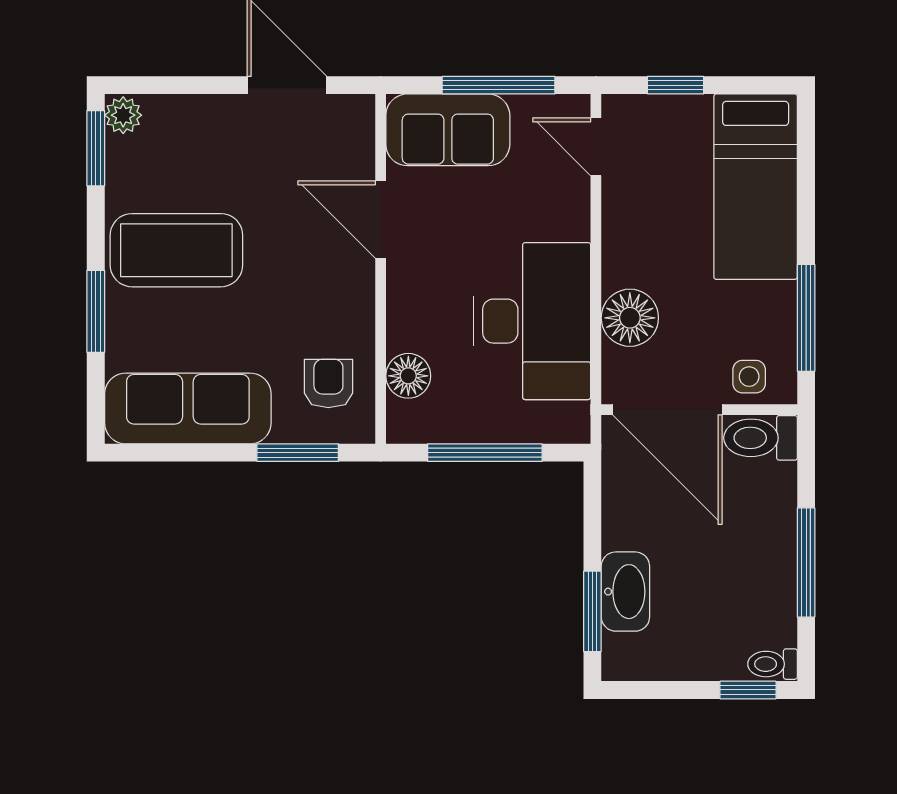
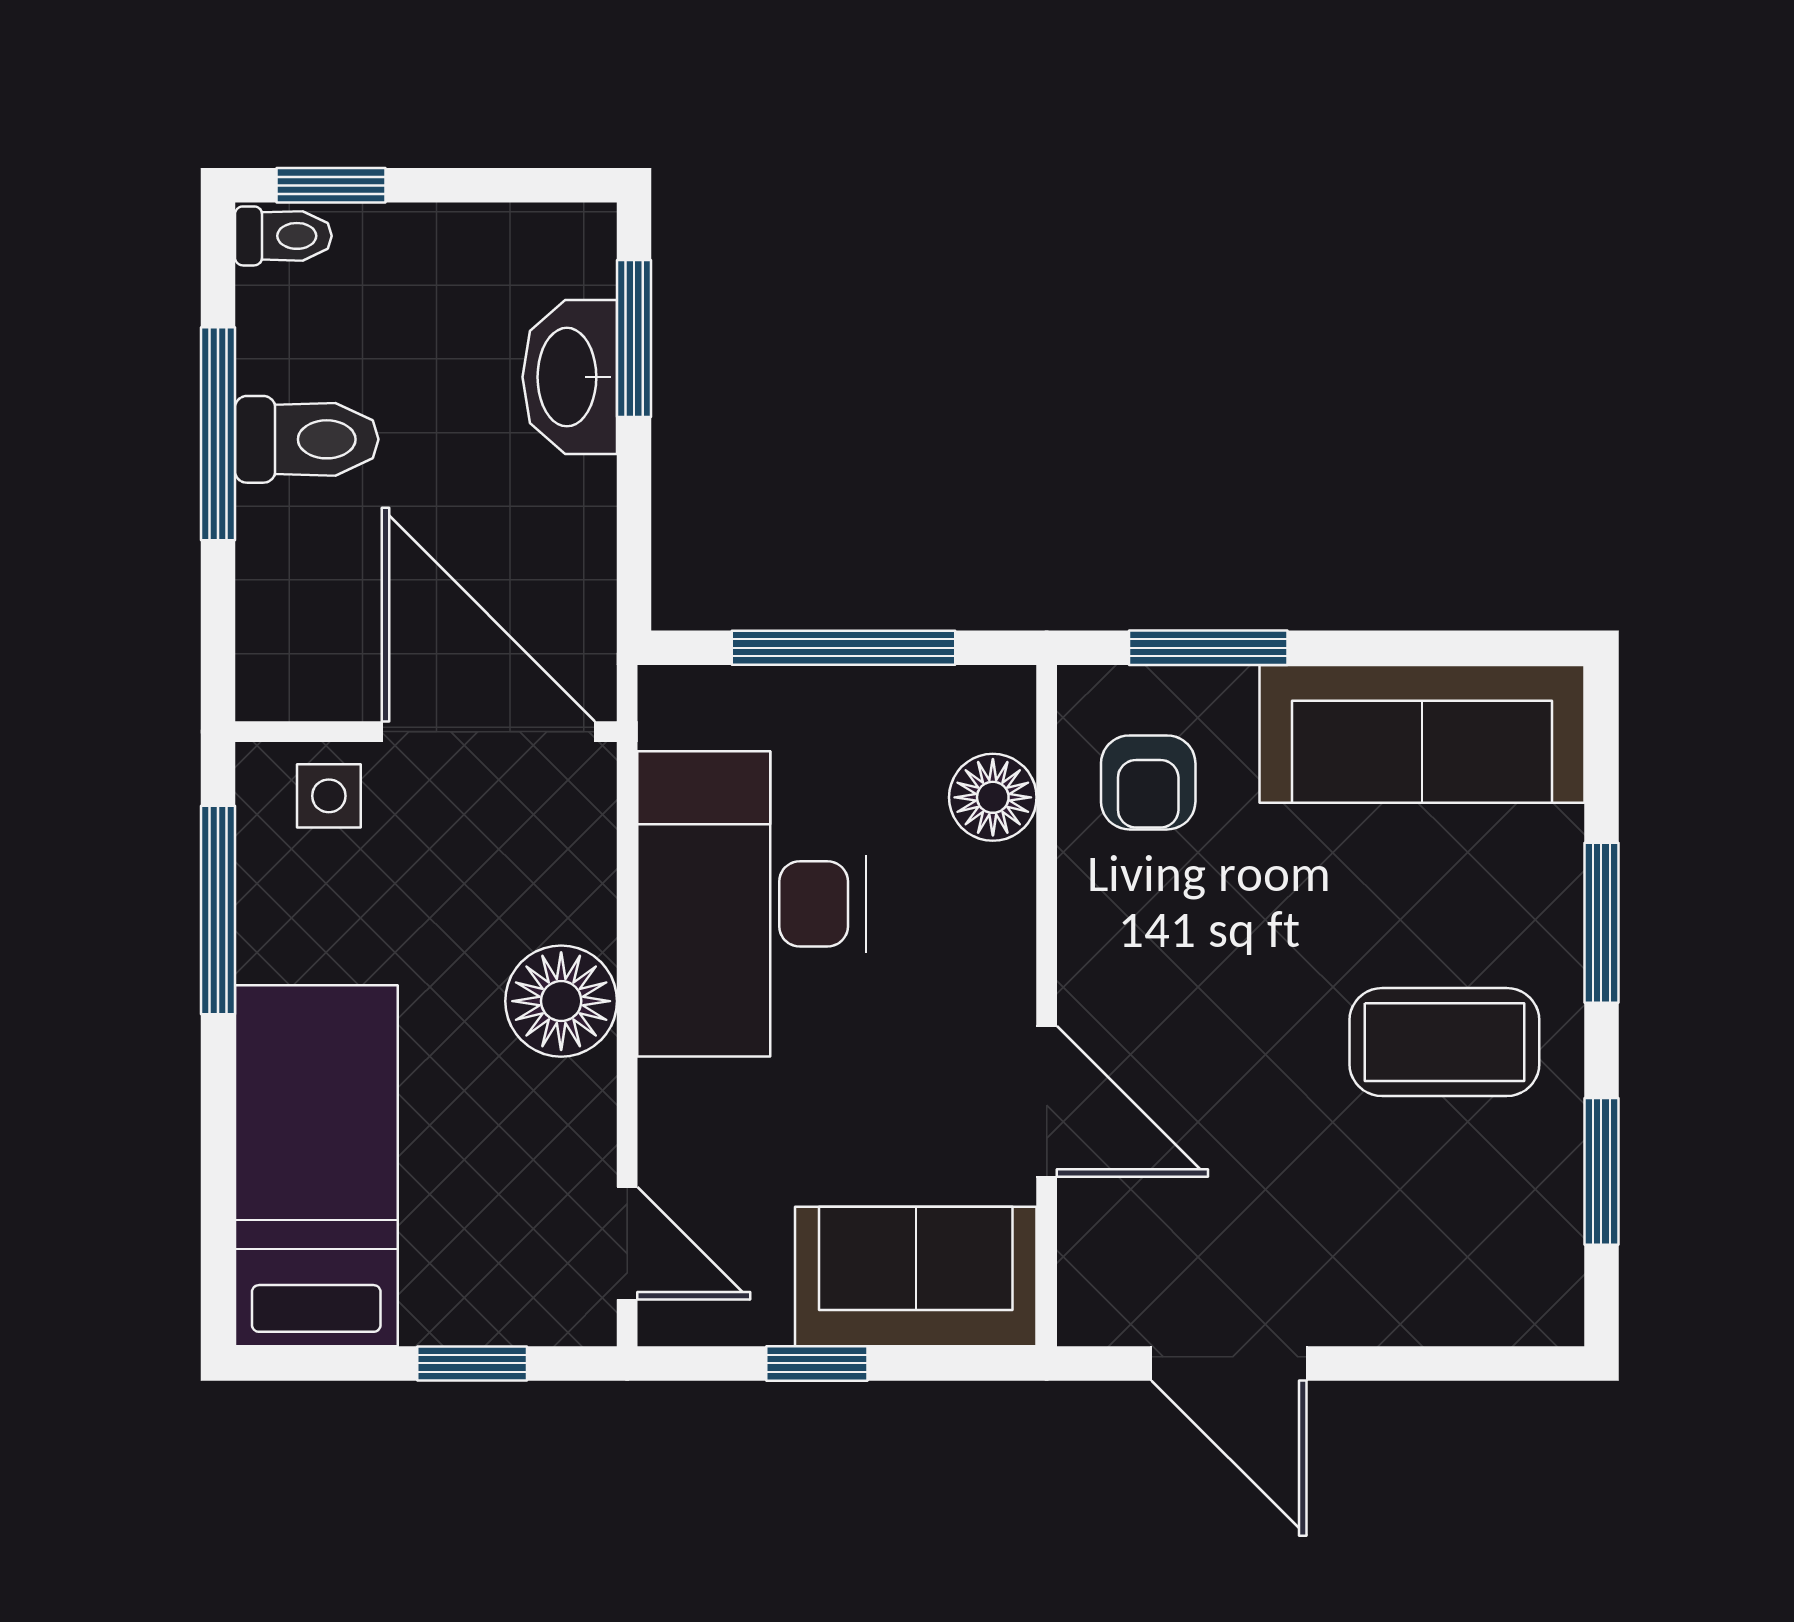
window: (499, 85) -> (817, 1363), width x0.46
plant: (123, 115) -> (1548, 1305), removed
window: (96, 148) -> (1601, 1171), moved
coffee table: (176, 250) -> (1444, 1042), width x0.73, depth x0.76
floor lamp: (630, 318) -> (561, 1001), moved
toilet: (761, 438) -> (307, 439), moved

